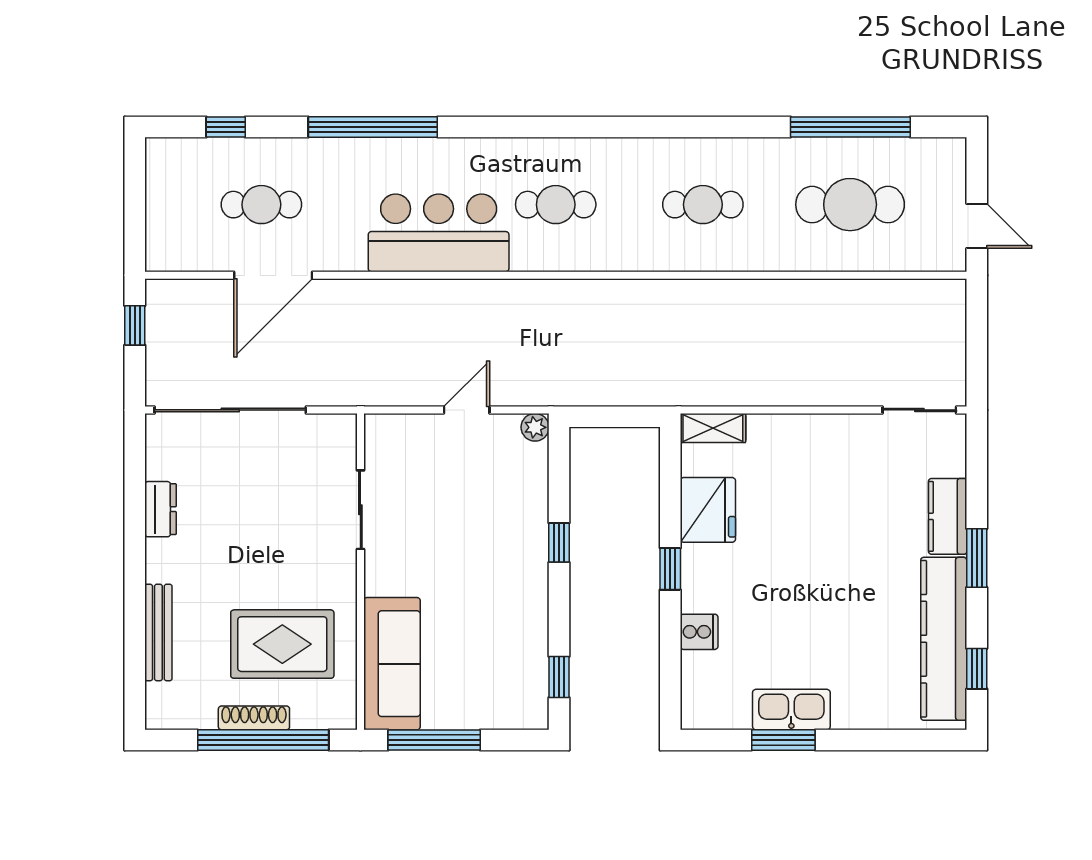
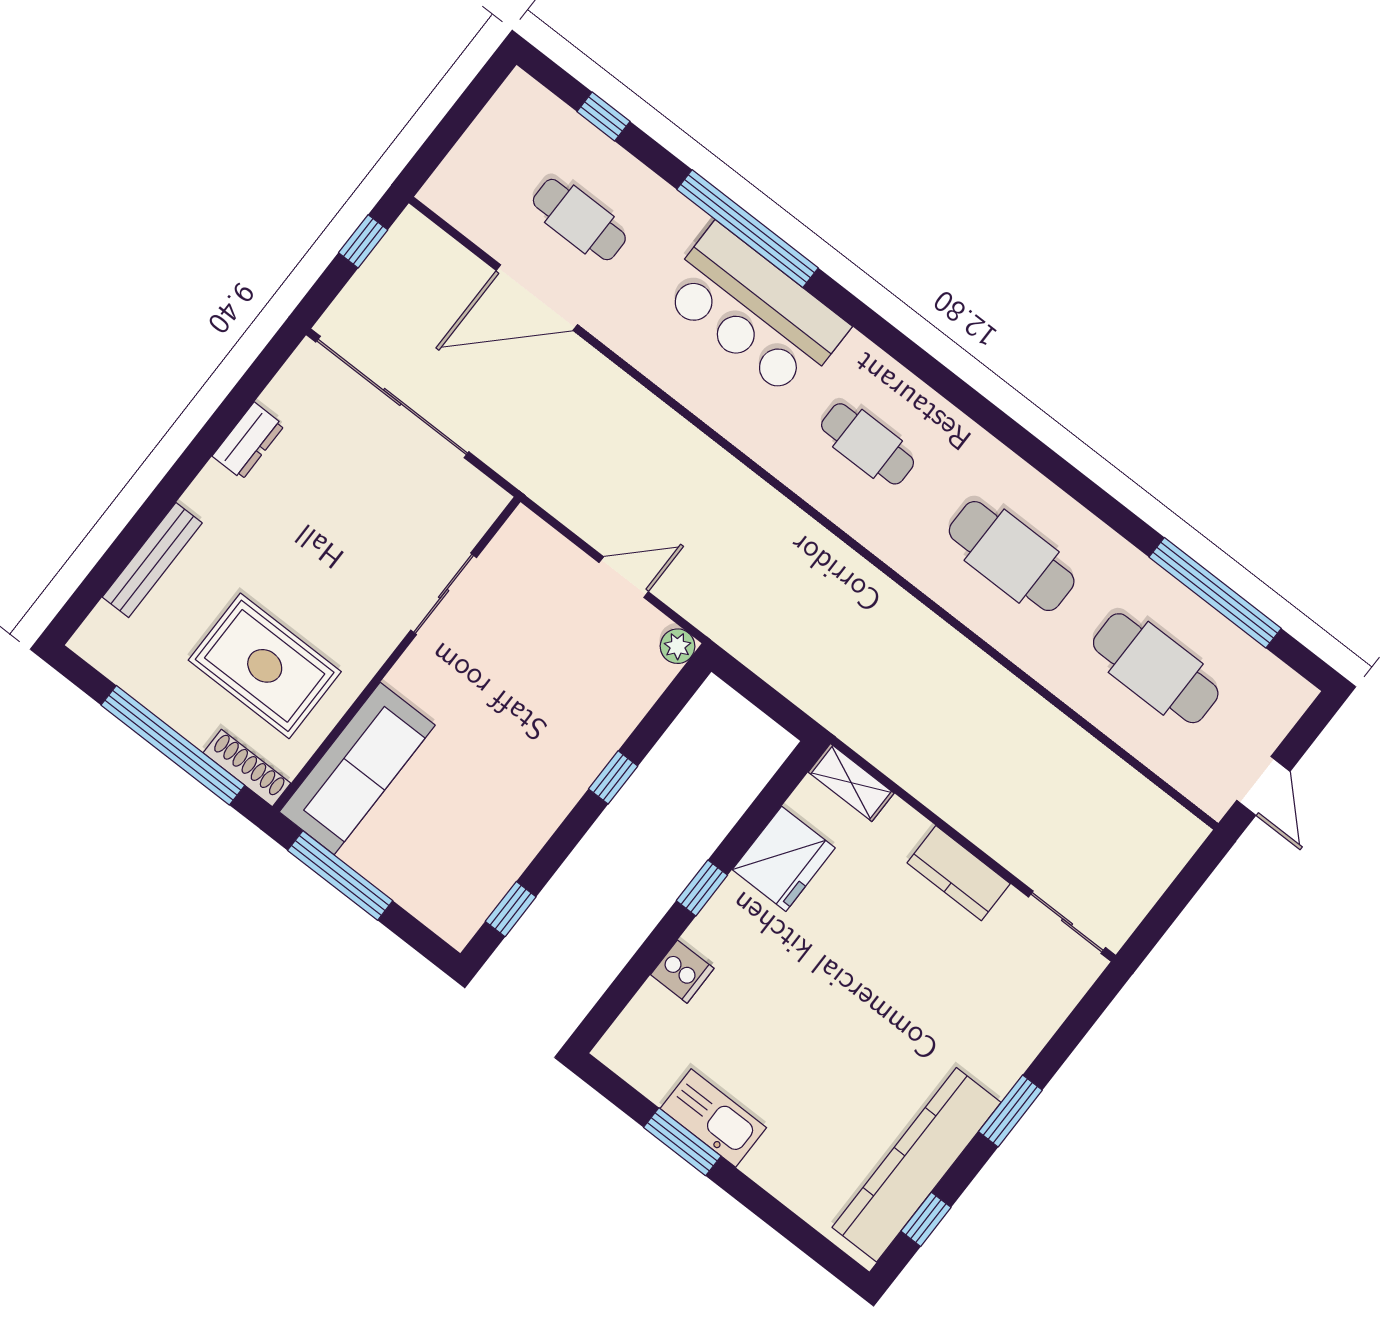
cafe table: (703, 205) -> (1012, 556), width x1.37, depth x1.35
bar counter: (439, 233) -> (754, 311), moved, turned 180
kitchen counter: (948, 516) -> (959, 873), moved, turned -90
shoe rack: (254, 718) -> (247, 768), moved

